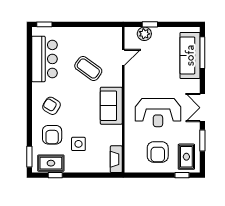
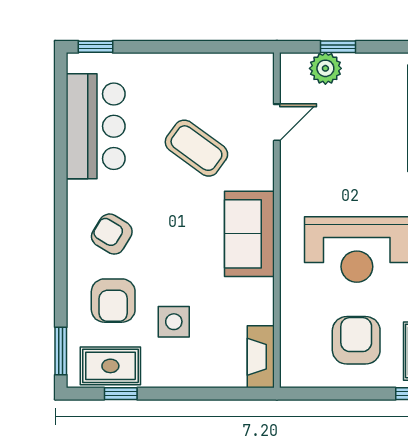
armchair: (158, 152) -> (356, 340), turned 180

